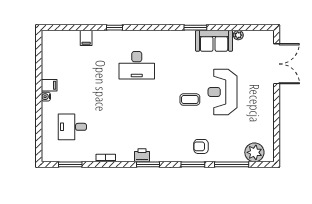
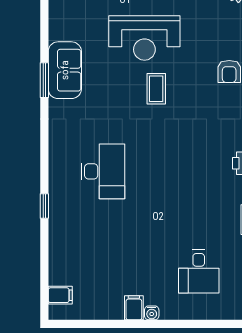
plant: (238, 35) -> (56, 13), removed
filing cabinet: (86, 38) -> (60, 295), moved
sofa: (214, 41) -> (65, 70), moved

